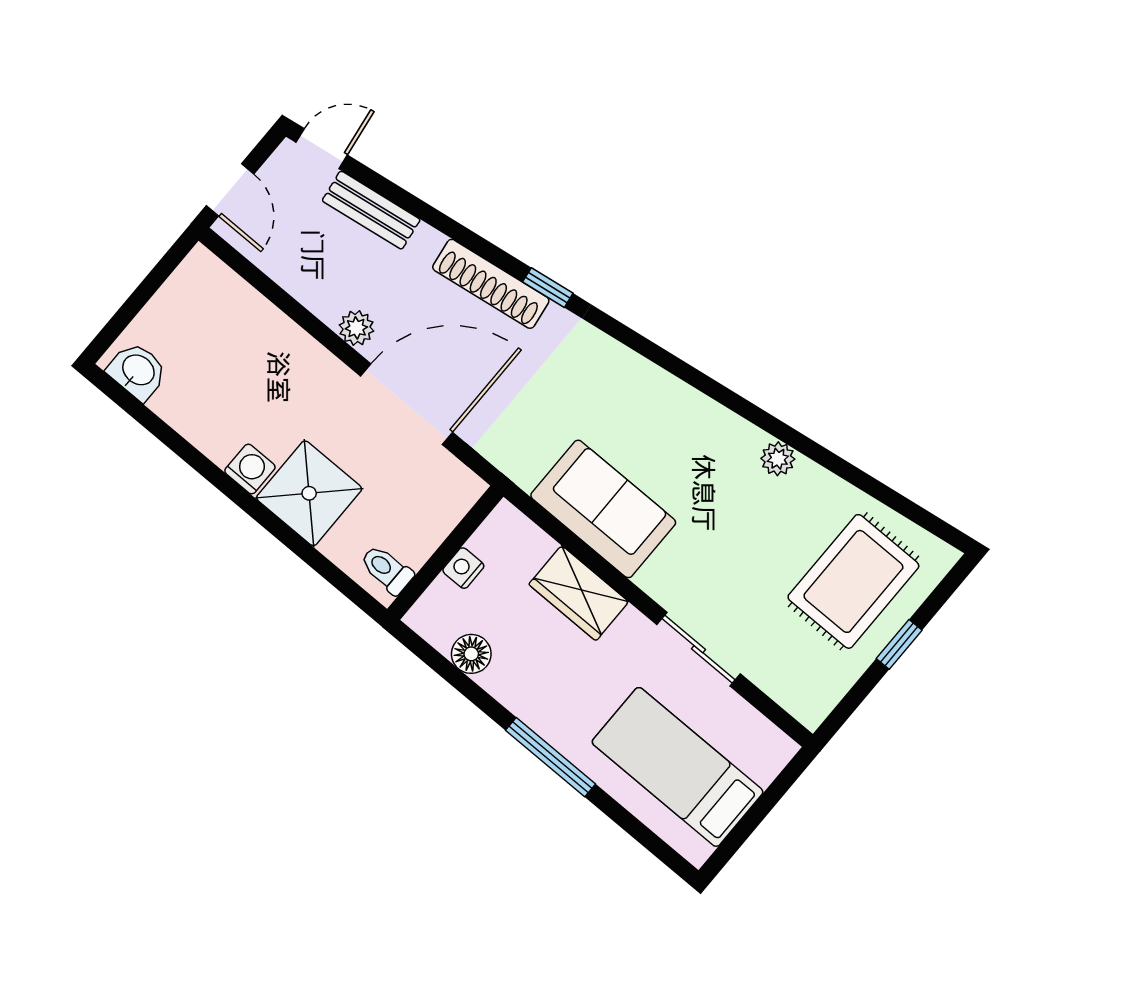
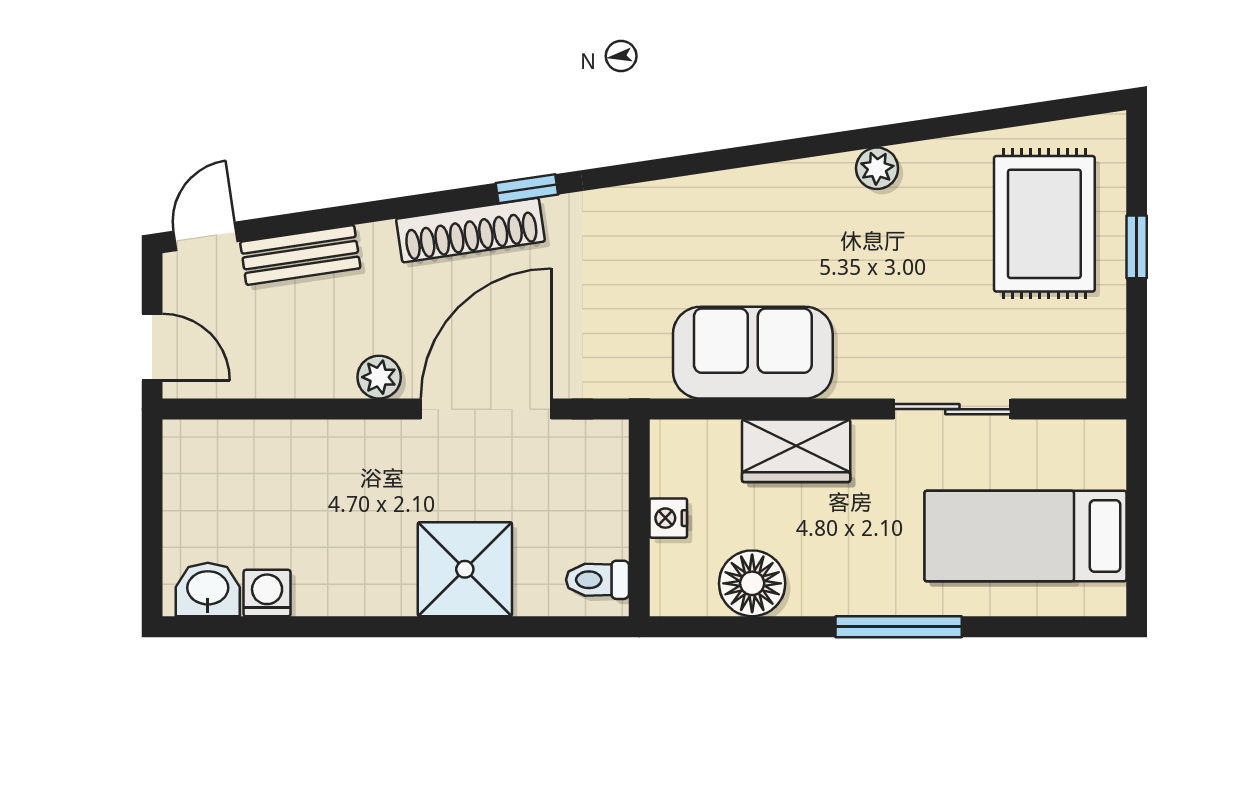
washing machine: (250, 469) -> (267, 593), moved
floor lamp: (471, 654) -> (752, 583), width x1.38, depth x1.38

